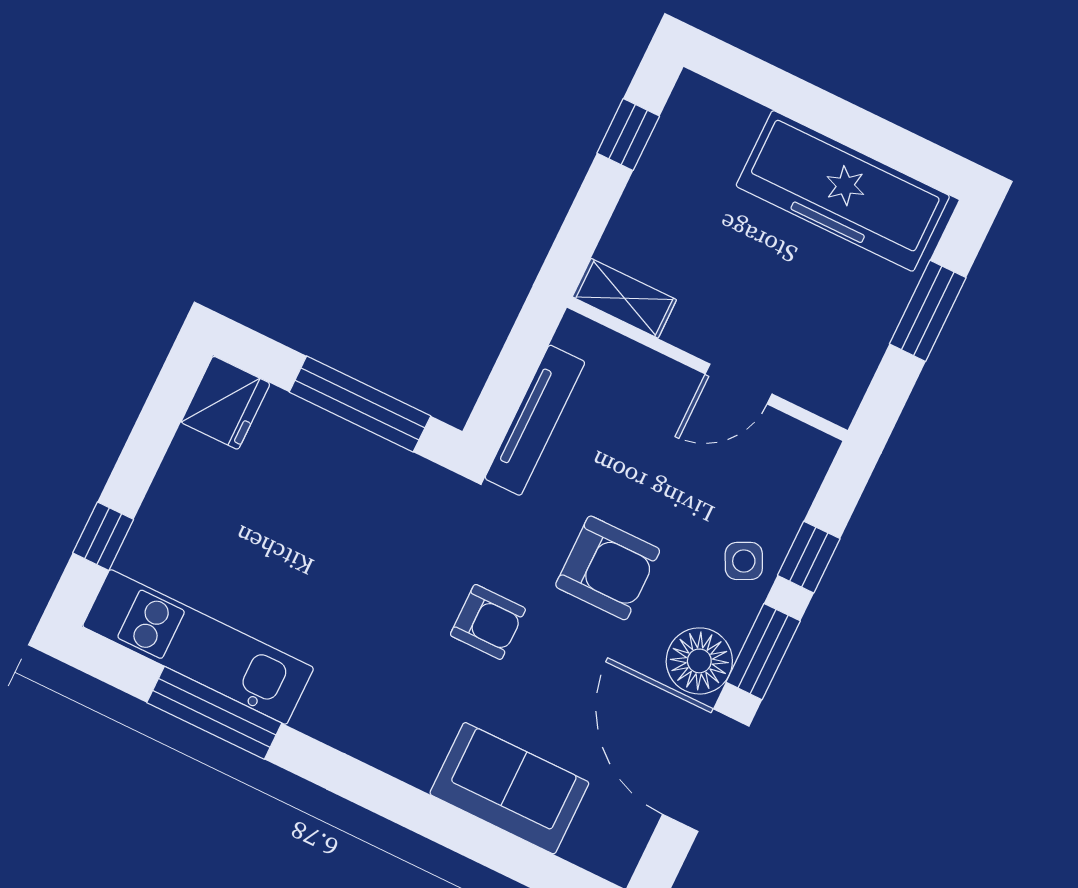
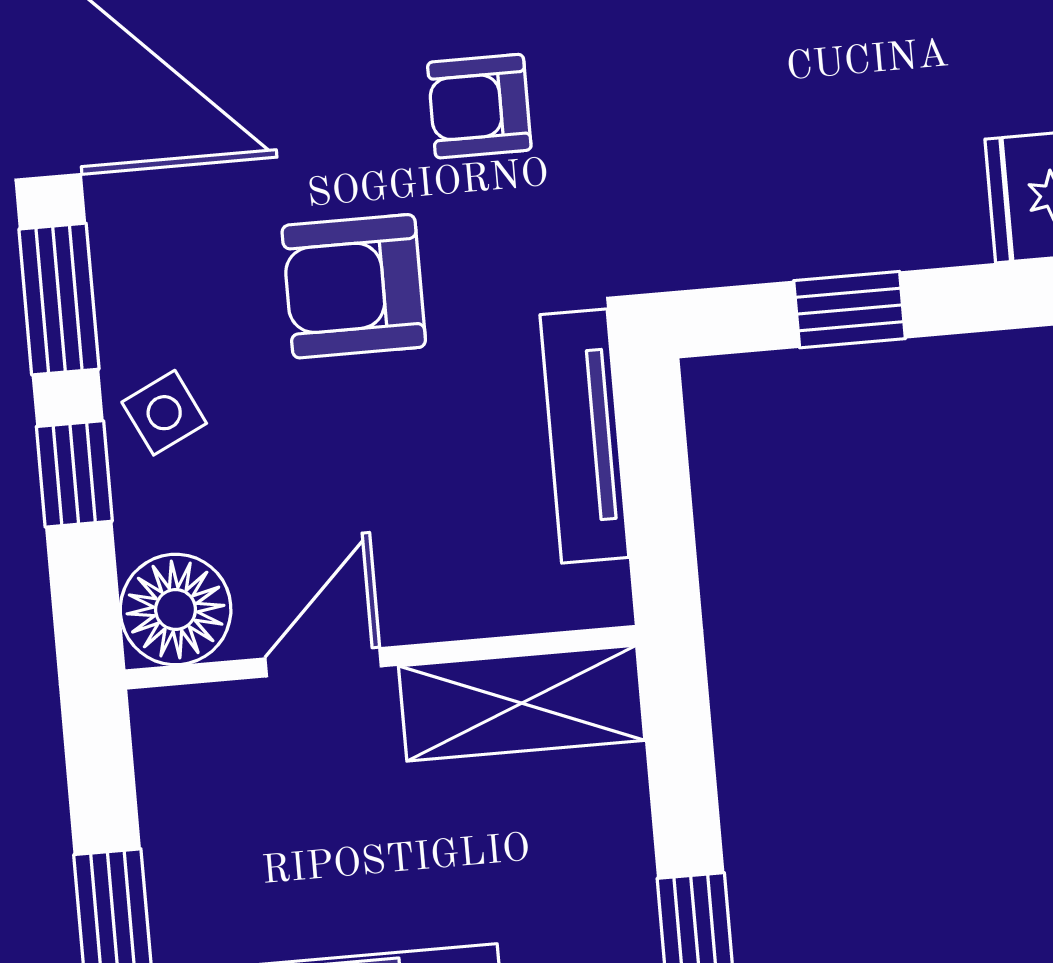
shelving: (624, 298) -> (522, 703), width x1.50, depth x1.33
window: (360, 404) -> (850, 310), width x0.46
floor lamp: (699, 661) -> (176, 610), moved

